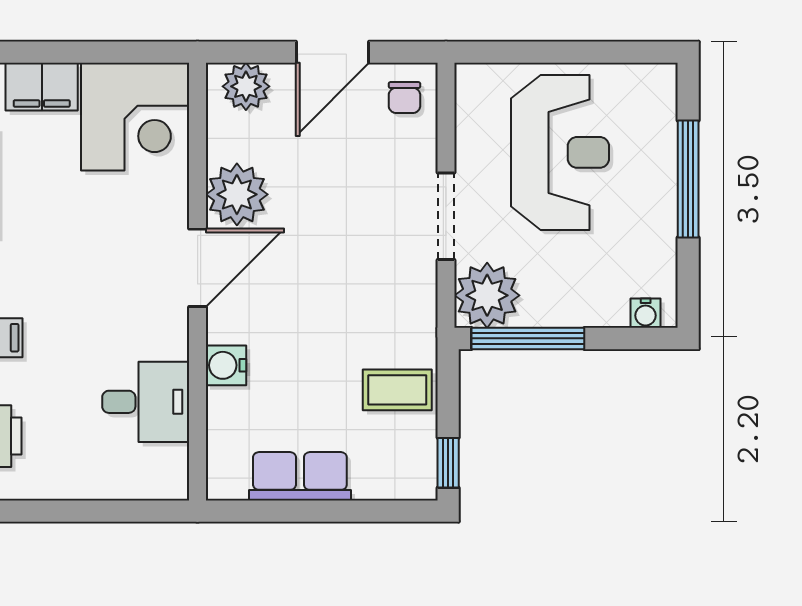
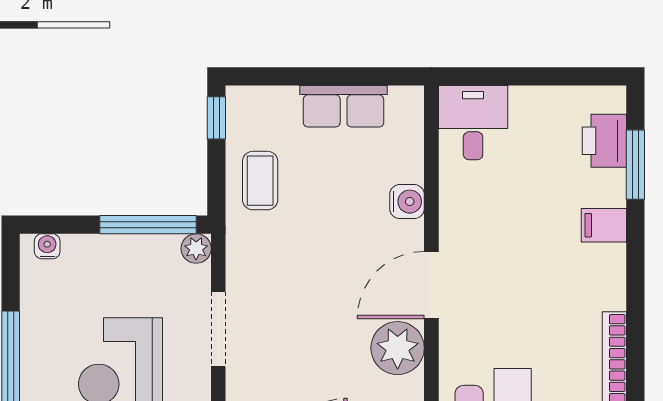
plant: (487, 295) -> (196, 248), width x0.53, depth x0.53
coffee table: (397, 390) -> (260, 181), turned 90
desk: (146, 402) -> (473, 123), moved, turned 90

